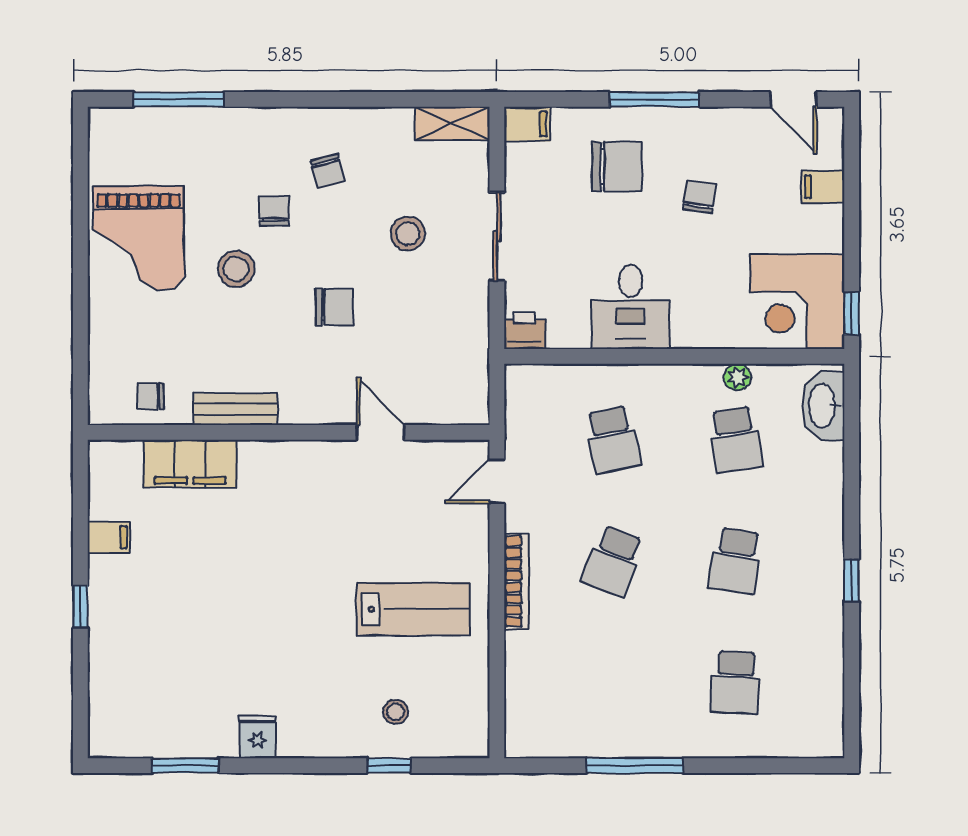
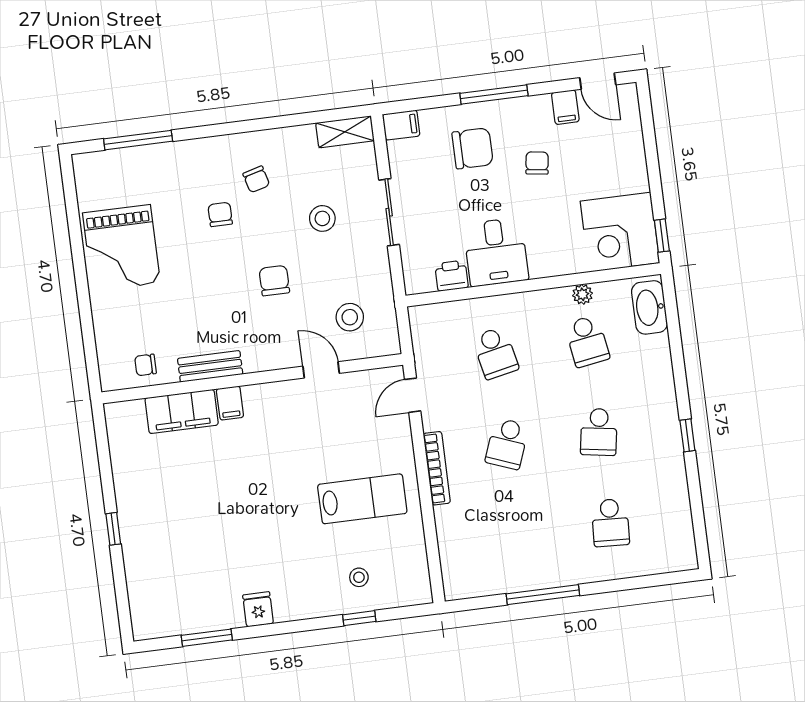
filing cabinet: (823, 187) -> (565, 107), moved, turned -90
stool: (236, 269) -> (350, 317), moved
chair: (334, 307) -> (274, 281), turned -90
printer: (524, 331) -> (452, 276), moved
filing cabinet: (109, 537) -> (230, 403), moved, turned 90

